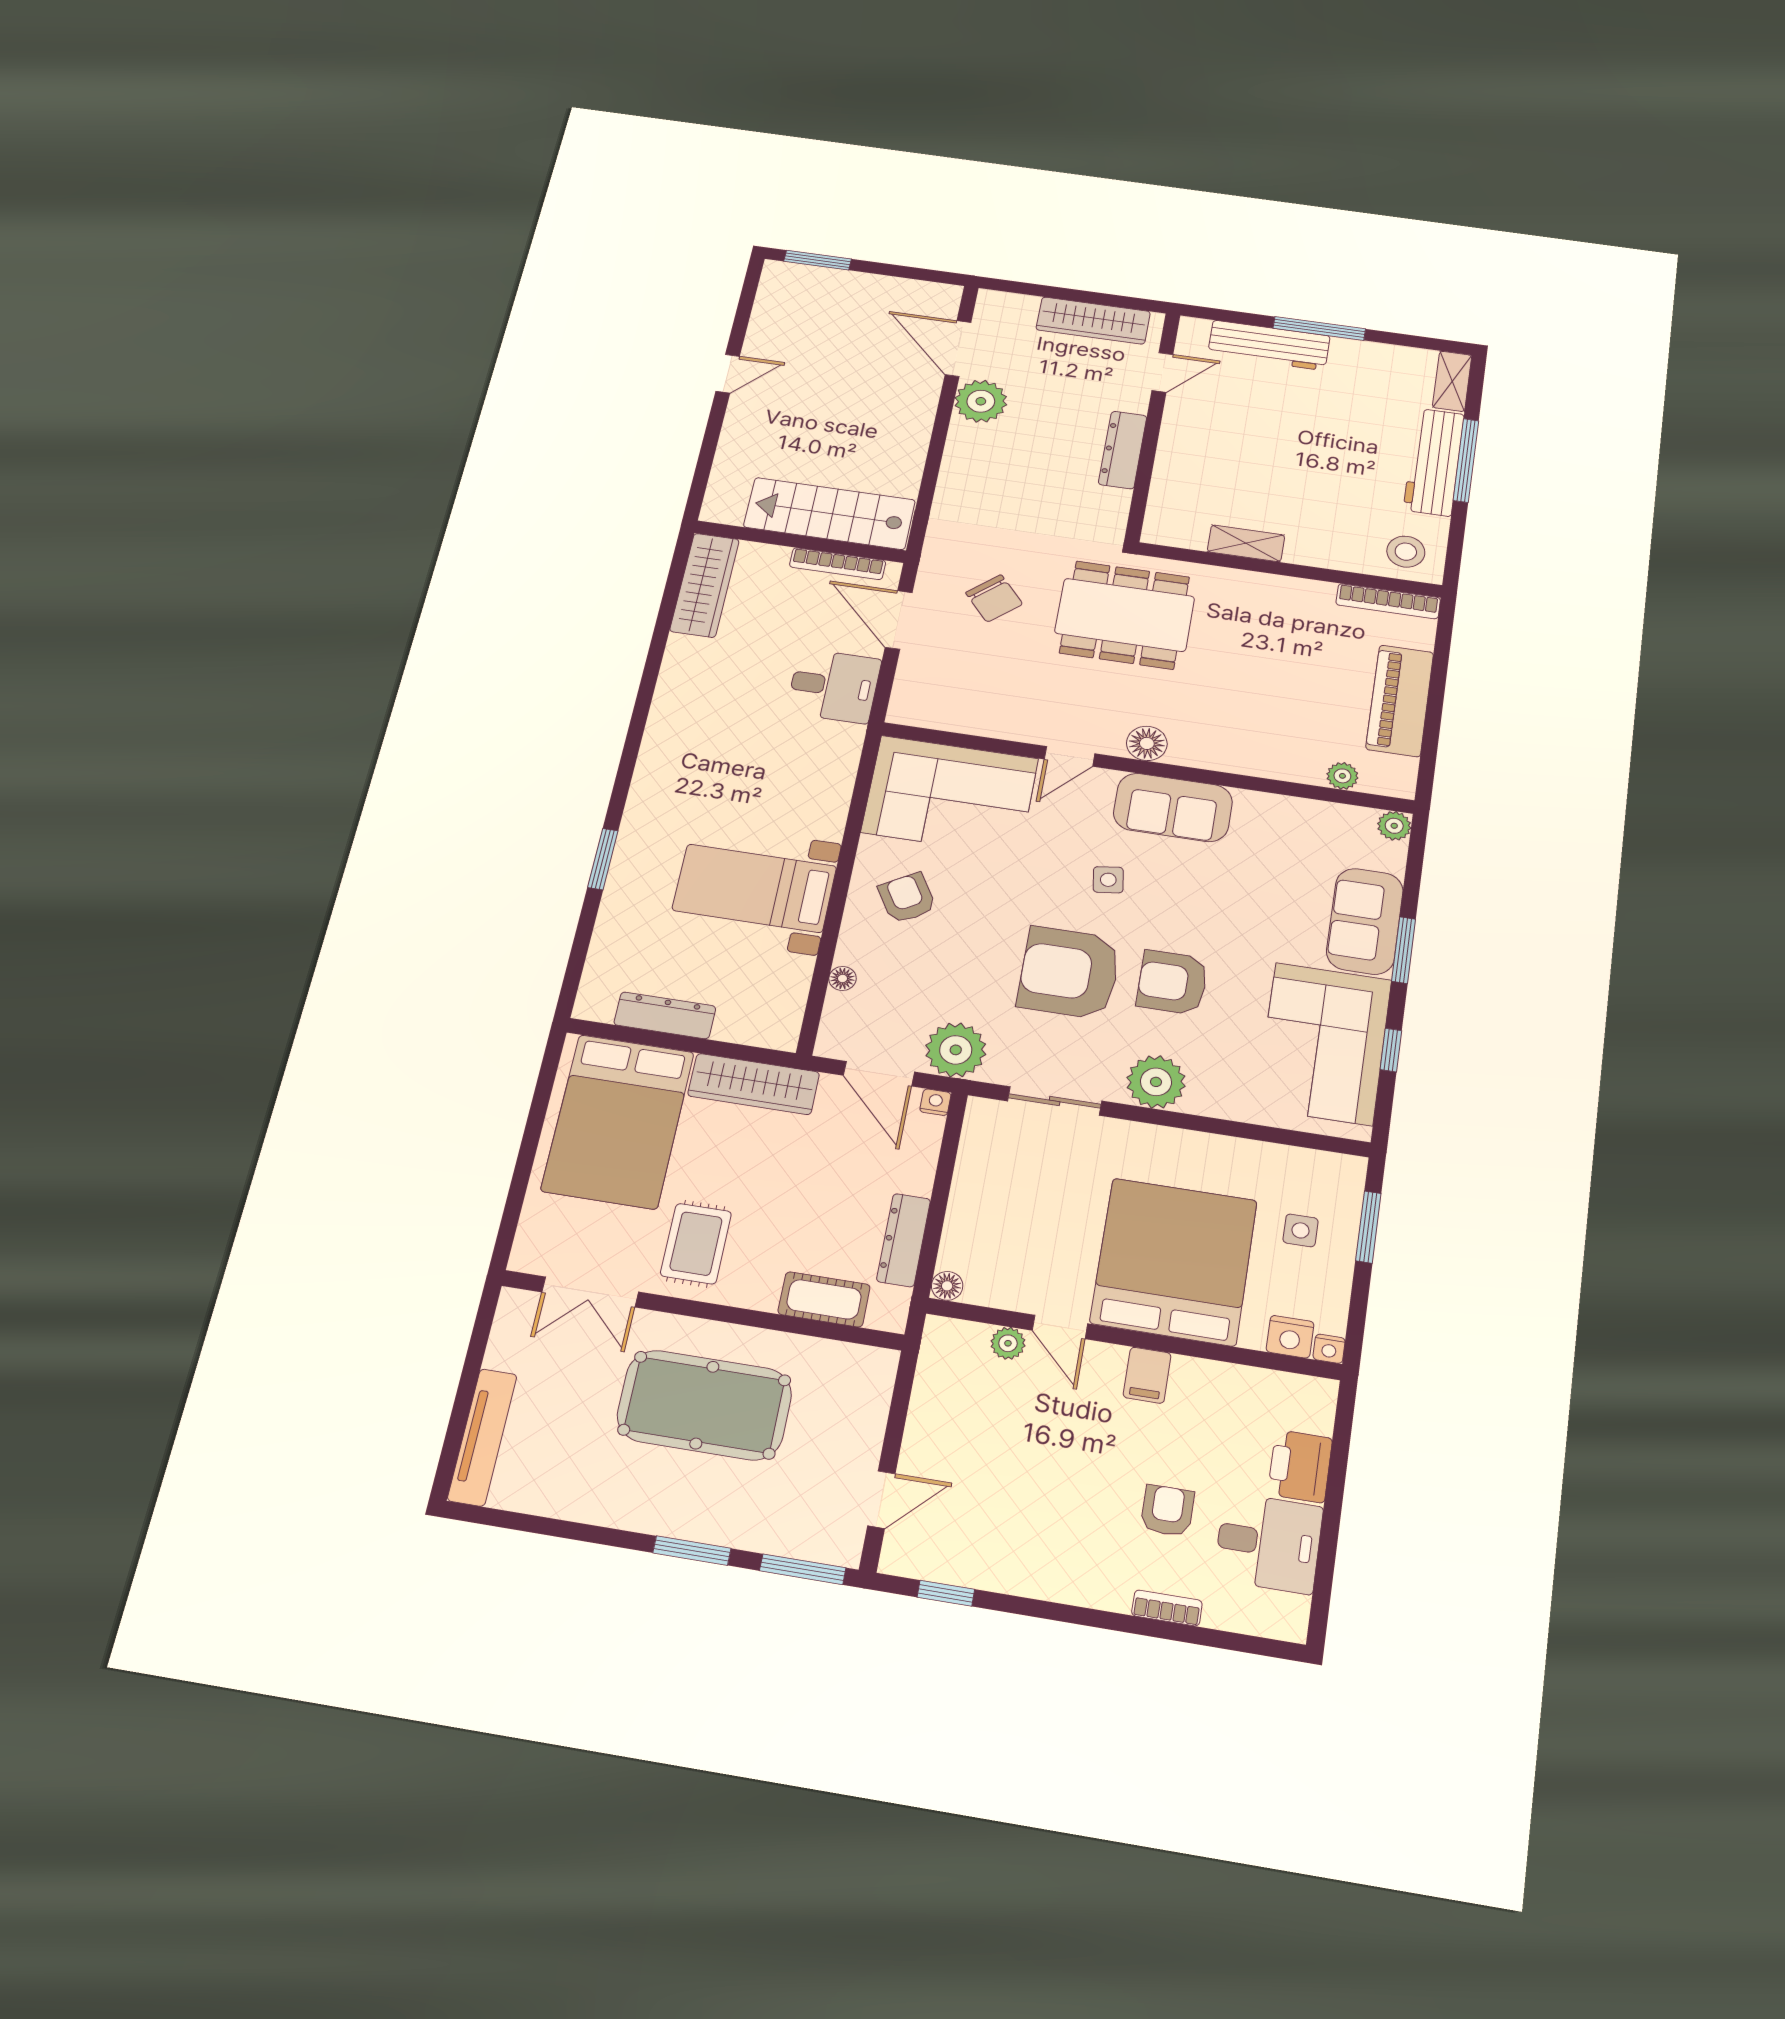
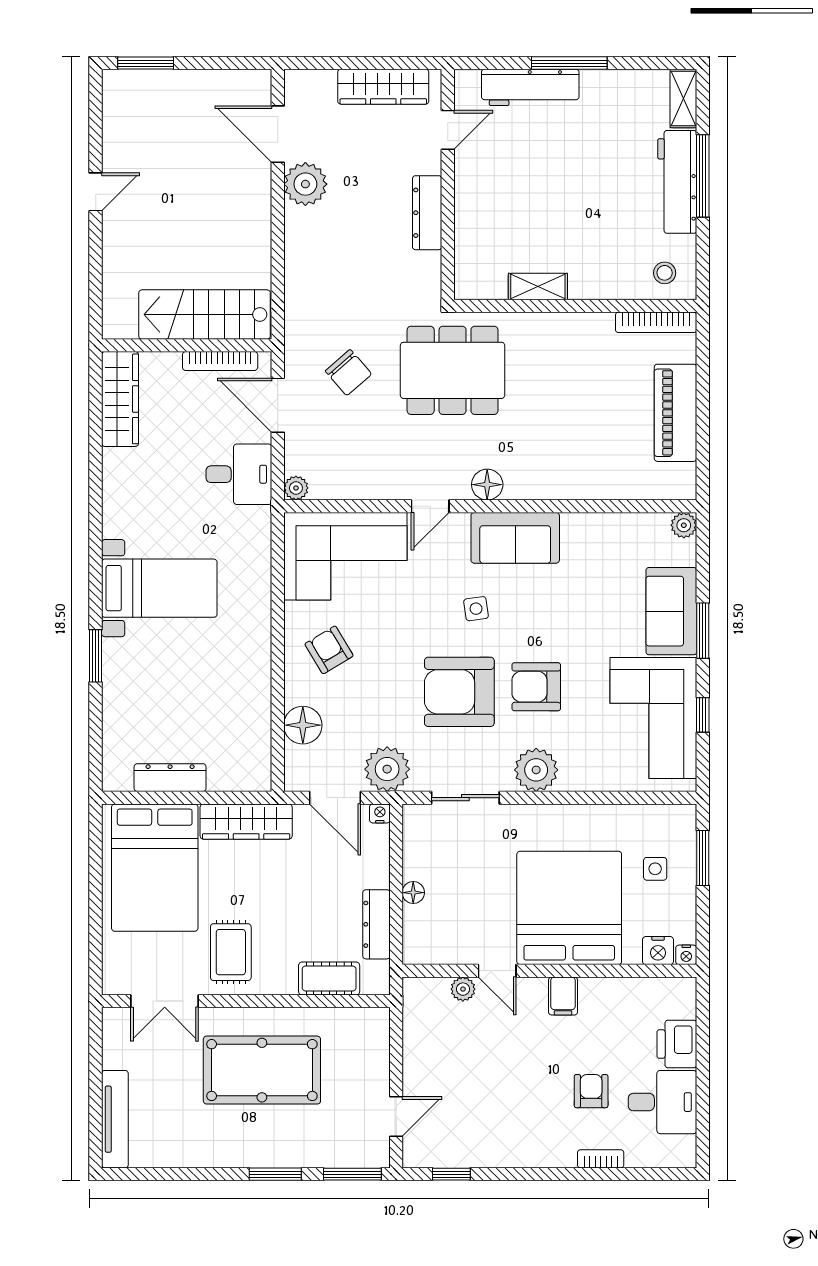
stool: (1406, 552) -> (665, 273), width x0.73, depth x0.73
plant: (1342, 776) -> (296, 488), moved
bed with nightstands: (754, 888) -> (159, 588), moved, turned 180
floor lamp: (842, 978) -> (303, 725), width x1.89, depth x1.89
floor lamp: (947, 1286) -> (413, 893), moved

